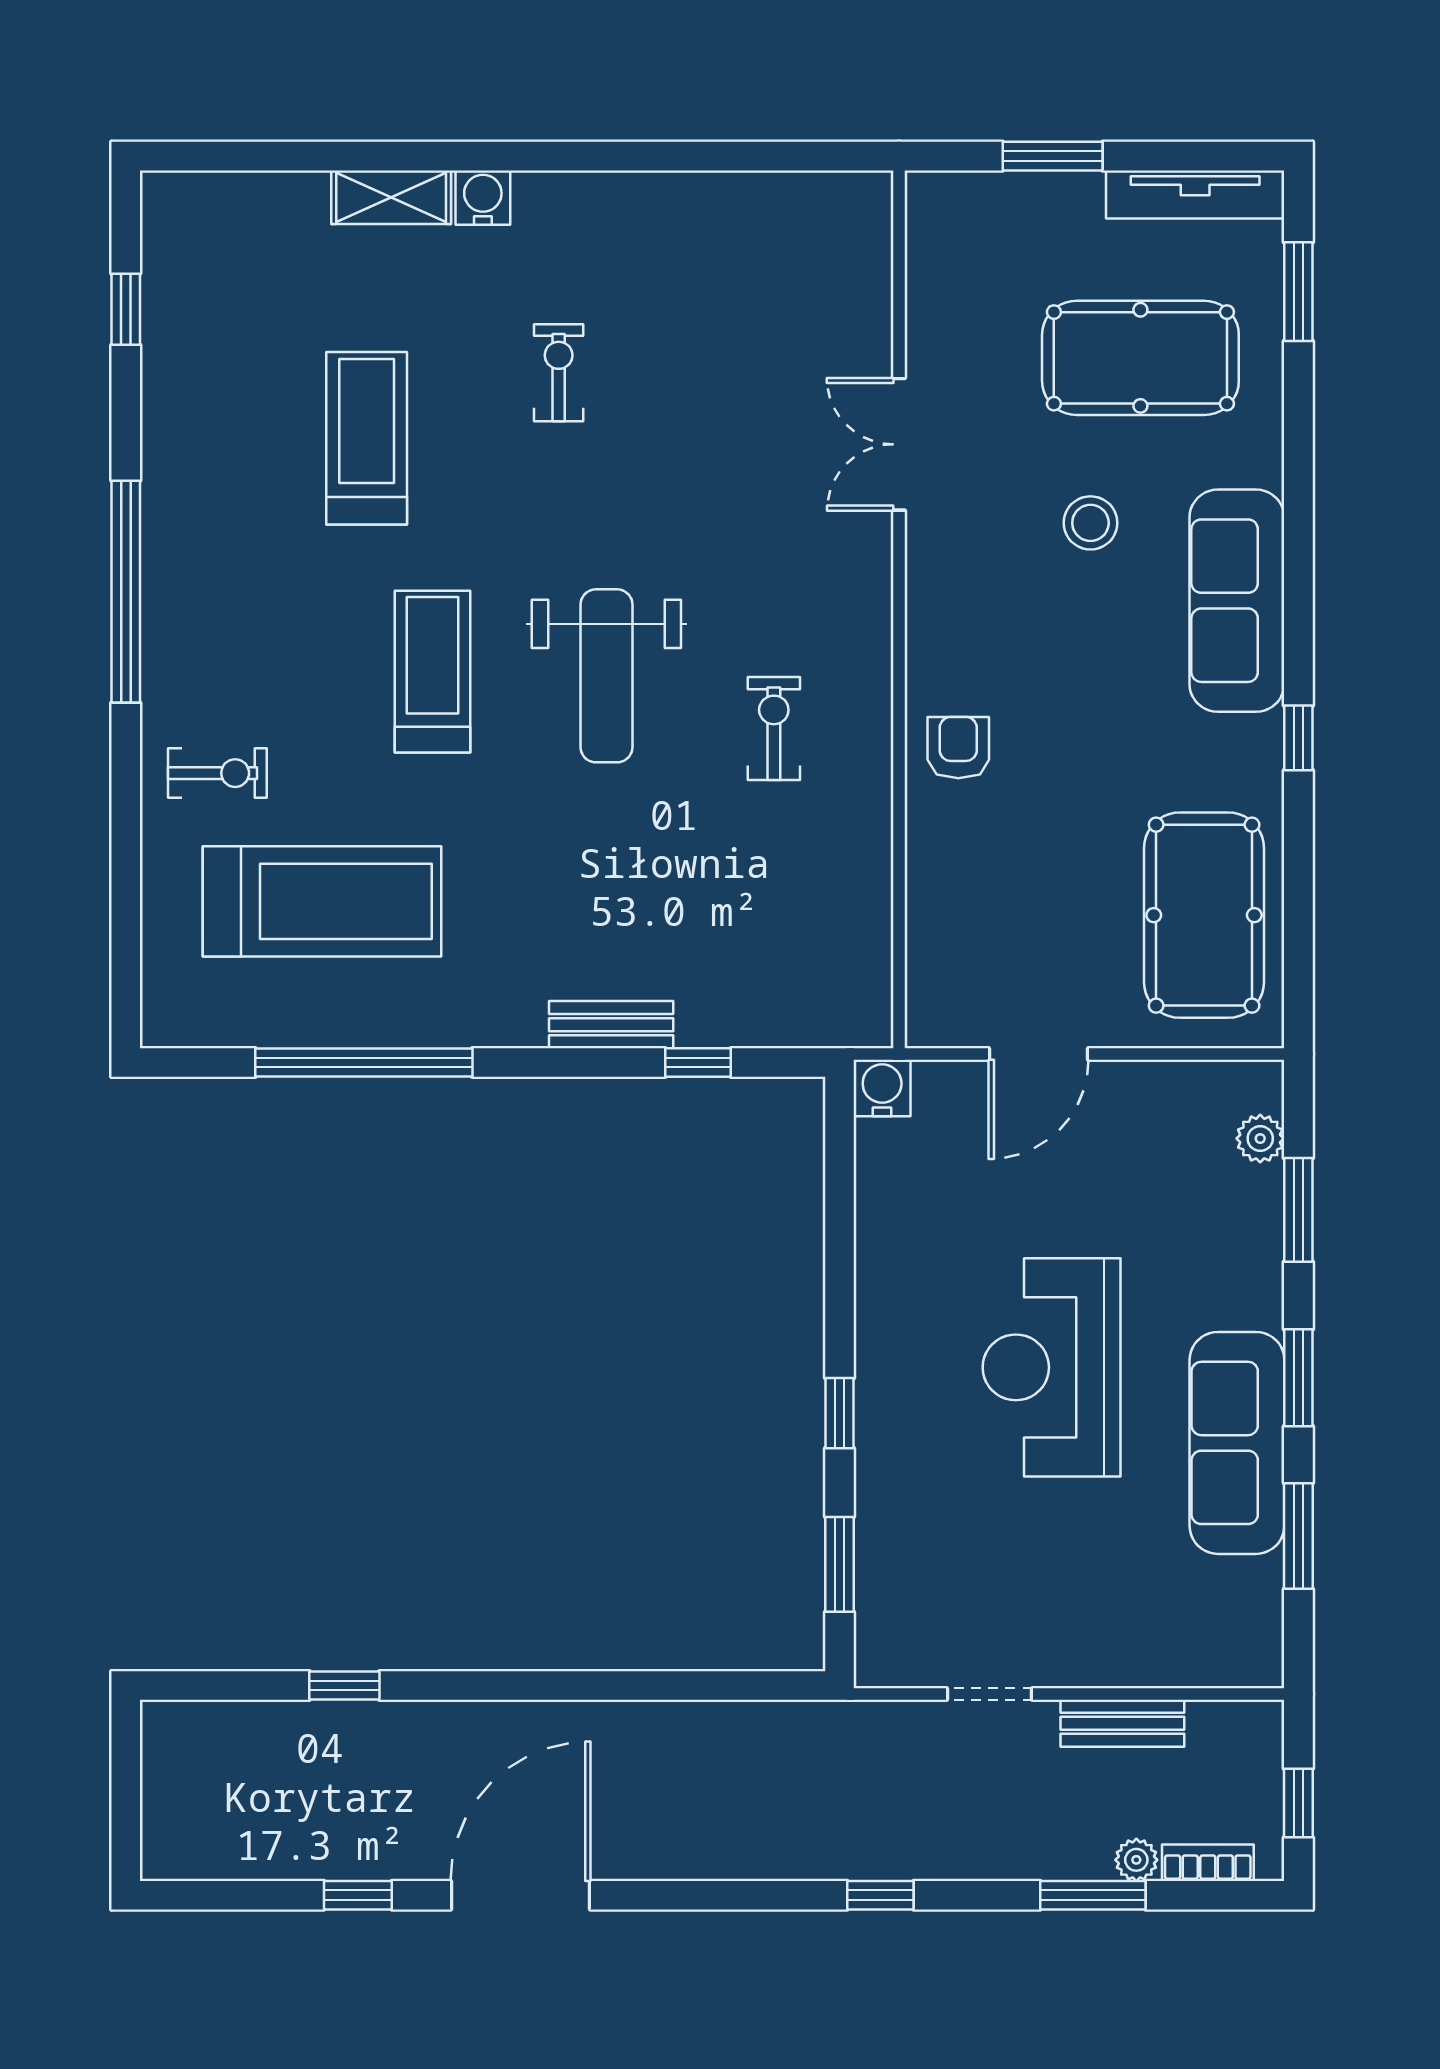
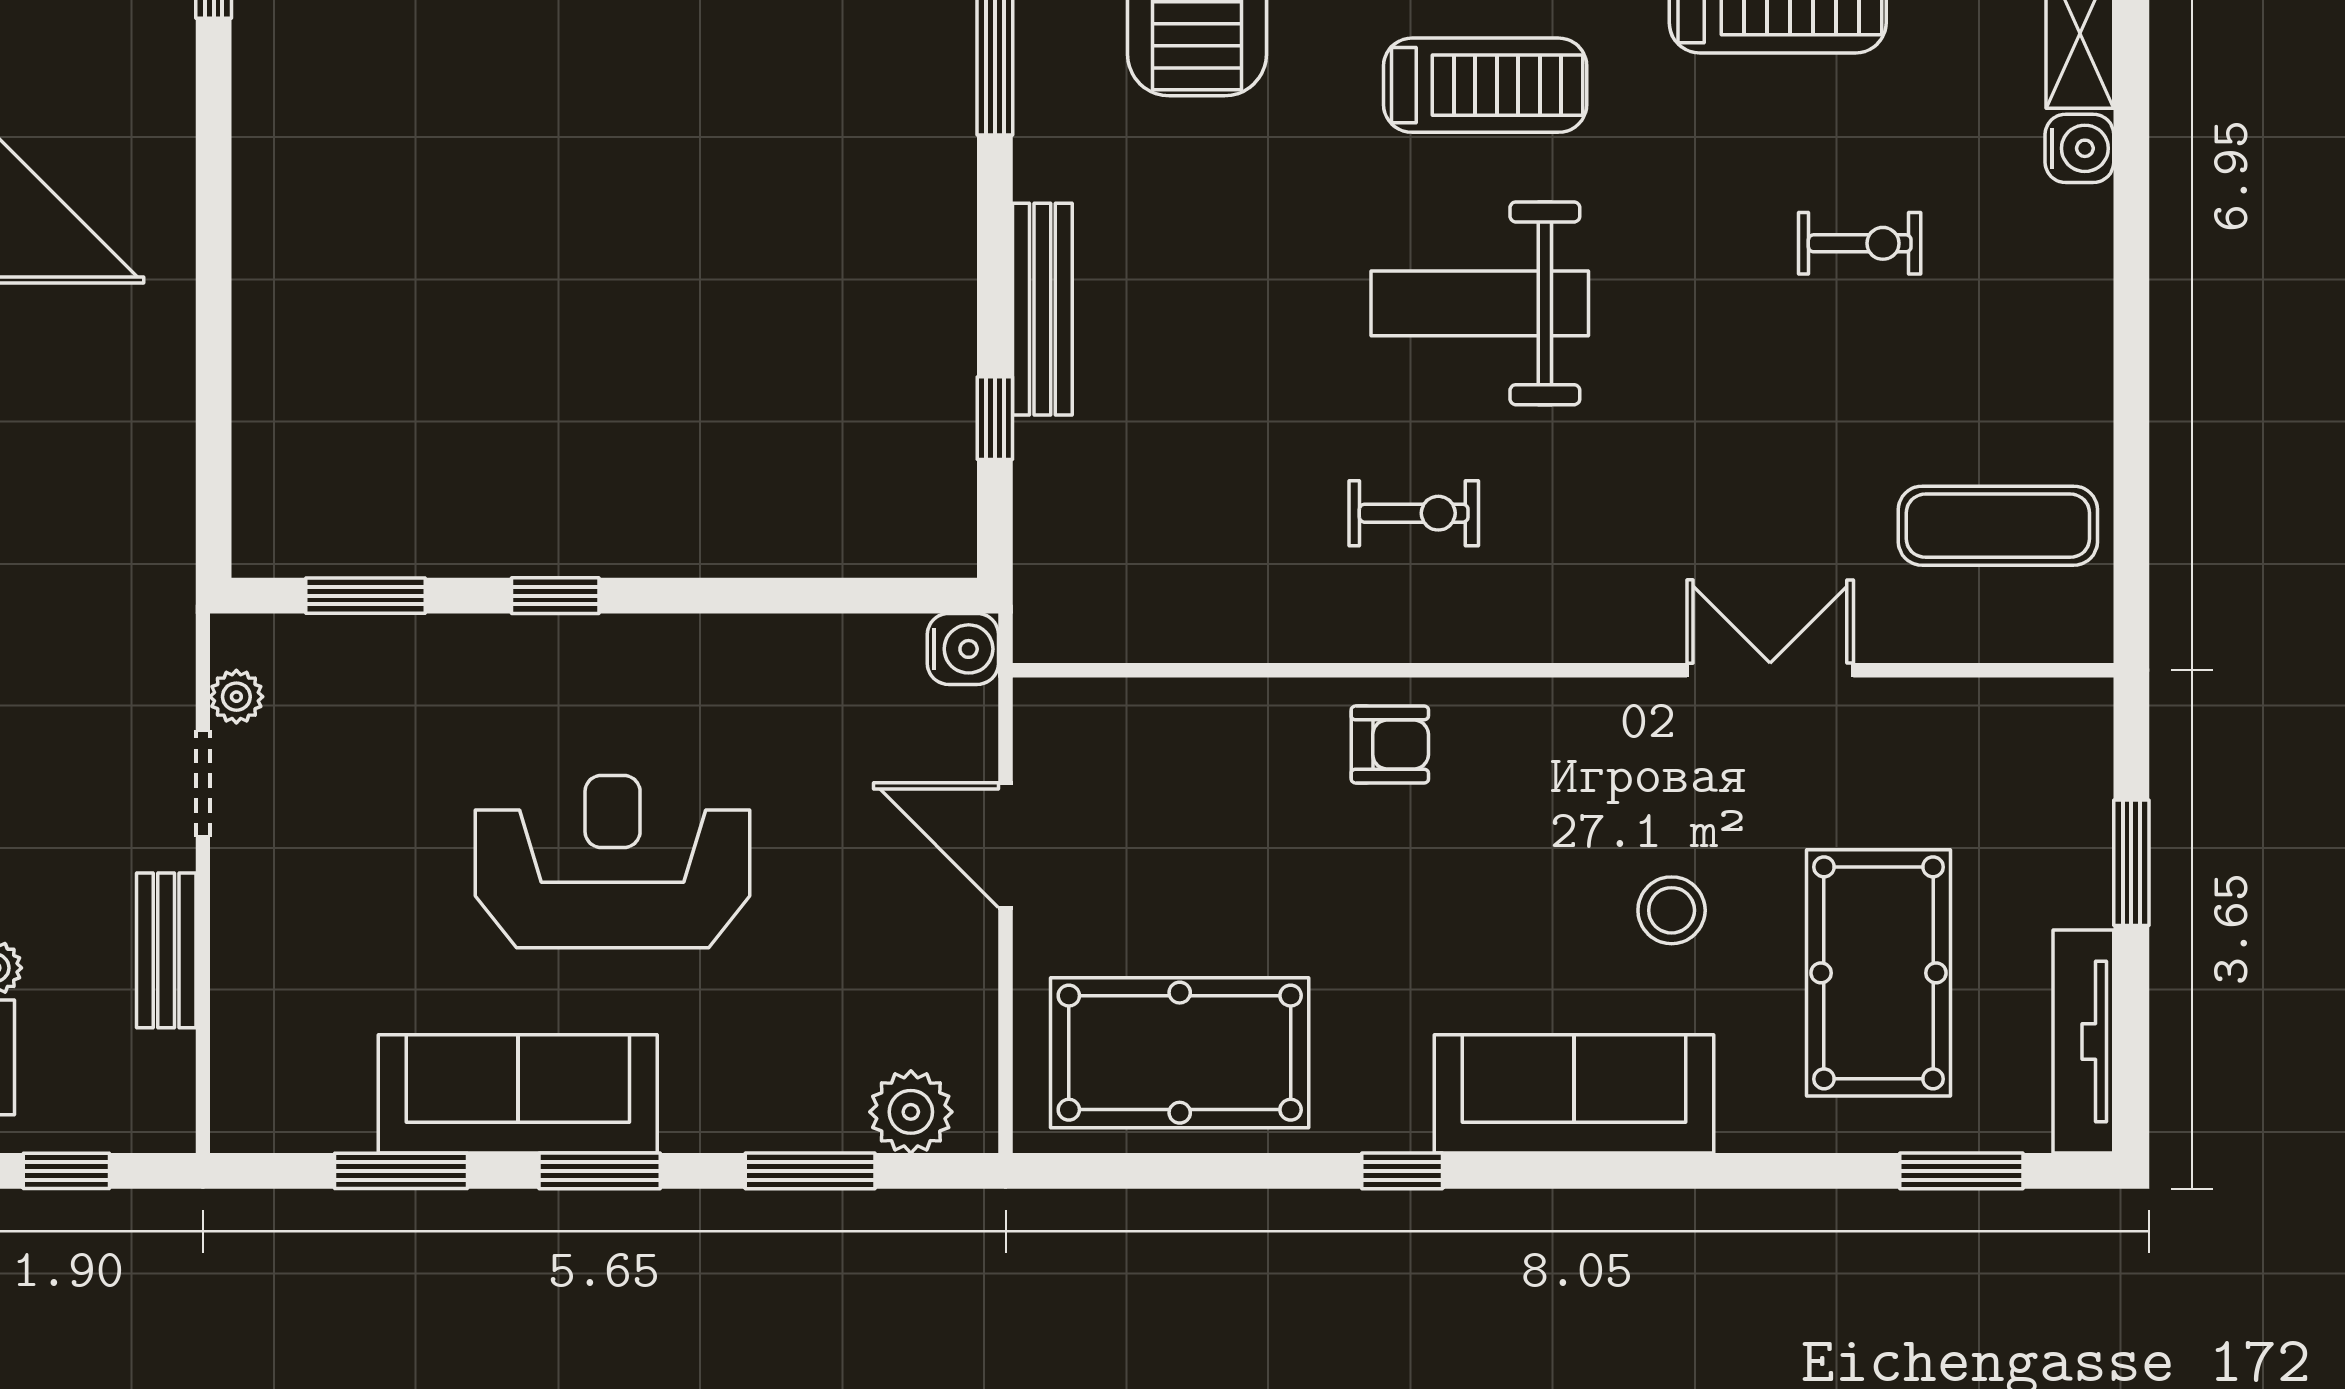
exercise mat: (784, 263) -> (1998, 526), added
bench: (611, 1025) -> (1042, 309), width x1.36
plant: (1260, 1139) -> (911, 1112), width x1.38, depth x1.38
plant: (920, 1667) -> (236, 697), added

